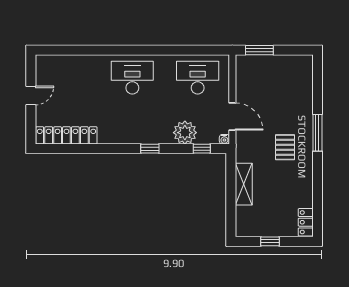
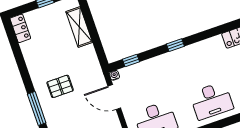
plant: (185, 133) -> (150, 69), removed
pallet: (285, 147) -> (60, 86), turned 90
shelving: (244, 184) -> (79, 27), moved

